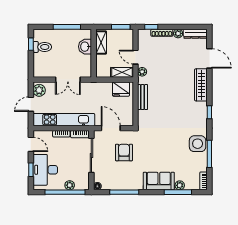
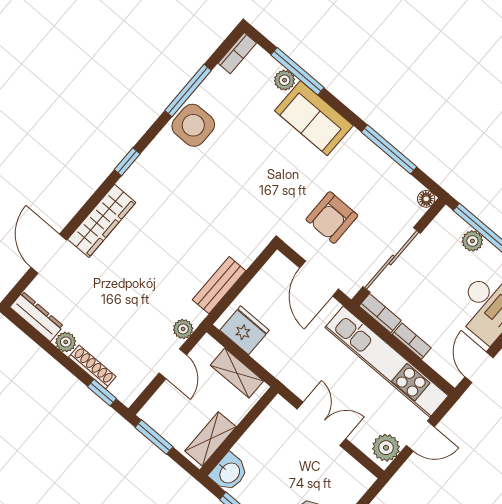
washbasin: (85, 47) -> (229, 472), moved
shelving: (122, 72) -> (237, 373), moved

